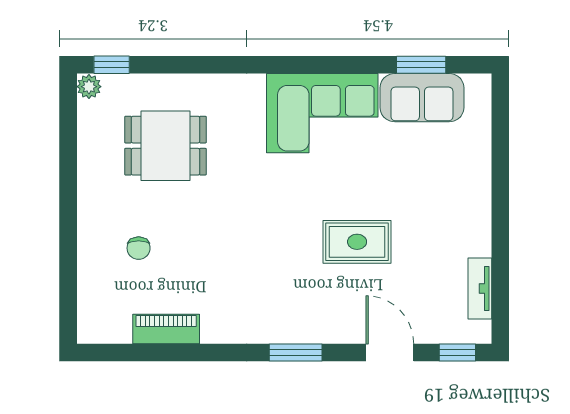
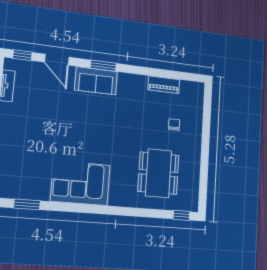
plant: (89, 87) -> (193, 205), removed
sofa: (422, 98) -> (96, 81), moved, turned 180
dining table: (165, 146) -> (158, 173), width x1.38
rug: (357, 242) -> (68, 116), removed

